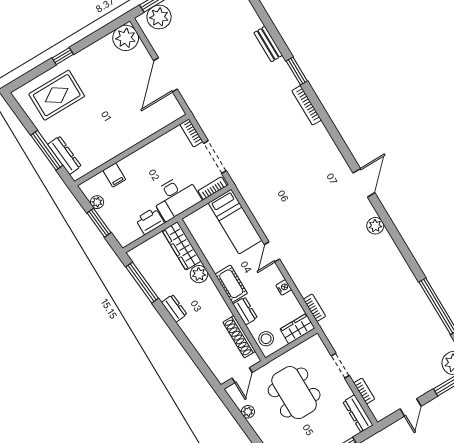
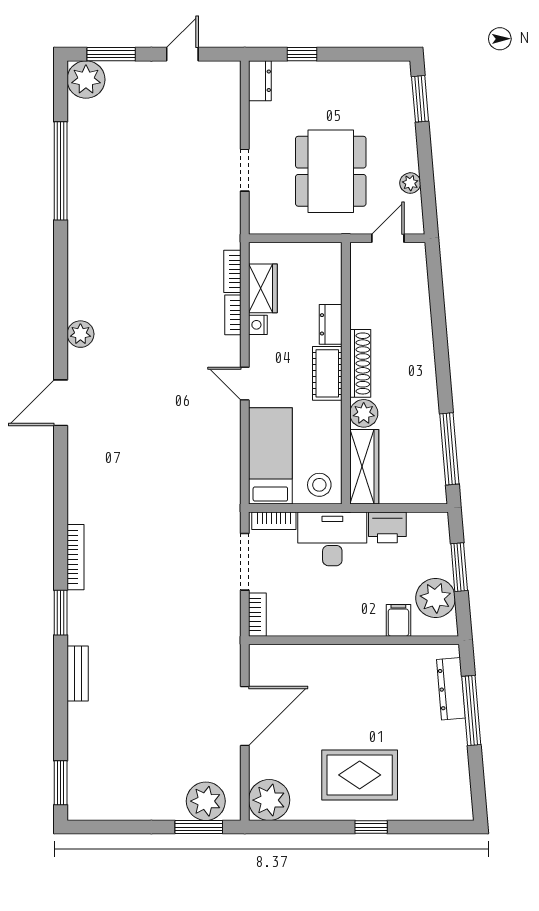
rug: (57, 95) -> (360, 775), moved
plant: (97, 202) -> (436, 598), width x1.87, depth x1.87
door: (272, 252) -> (245, 384), swing flipped
dresser: (174, 308) -> (426, 387), removed
wardrobe: (297, 329) -> (263, 288), moved, turned -90
shoe rack: (239, 337) -> (360, 363), moved
stool: (266, 339) -> (319, 485), moved
bookcase: (364, 391) -> (233, 315), moved
dresser: (358, 413) -> (260, 81), width x0.70

